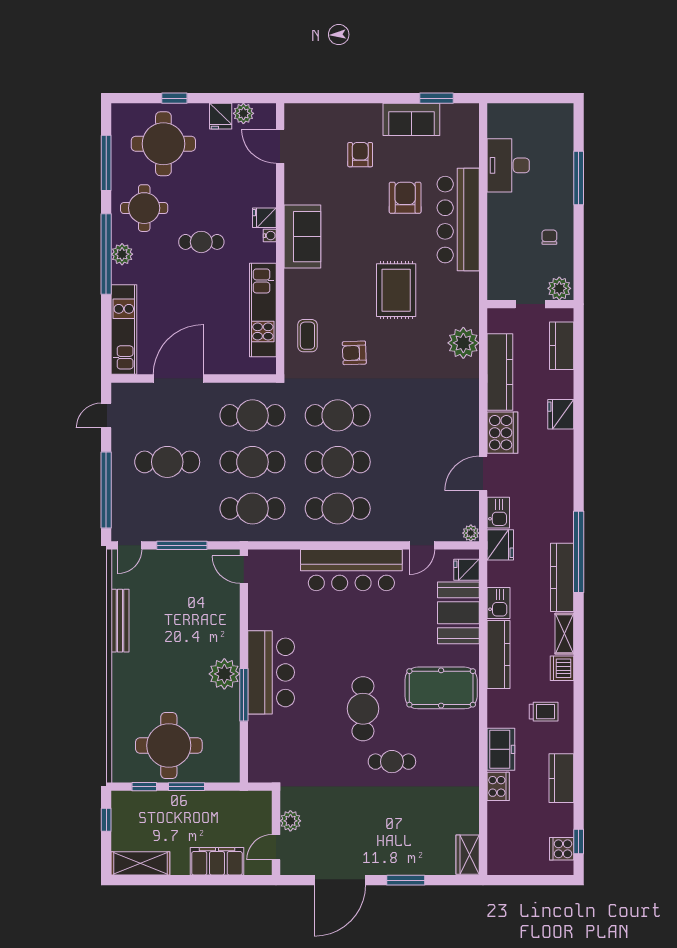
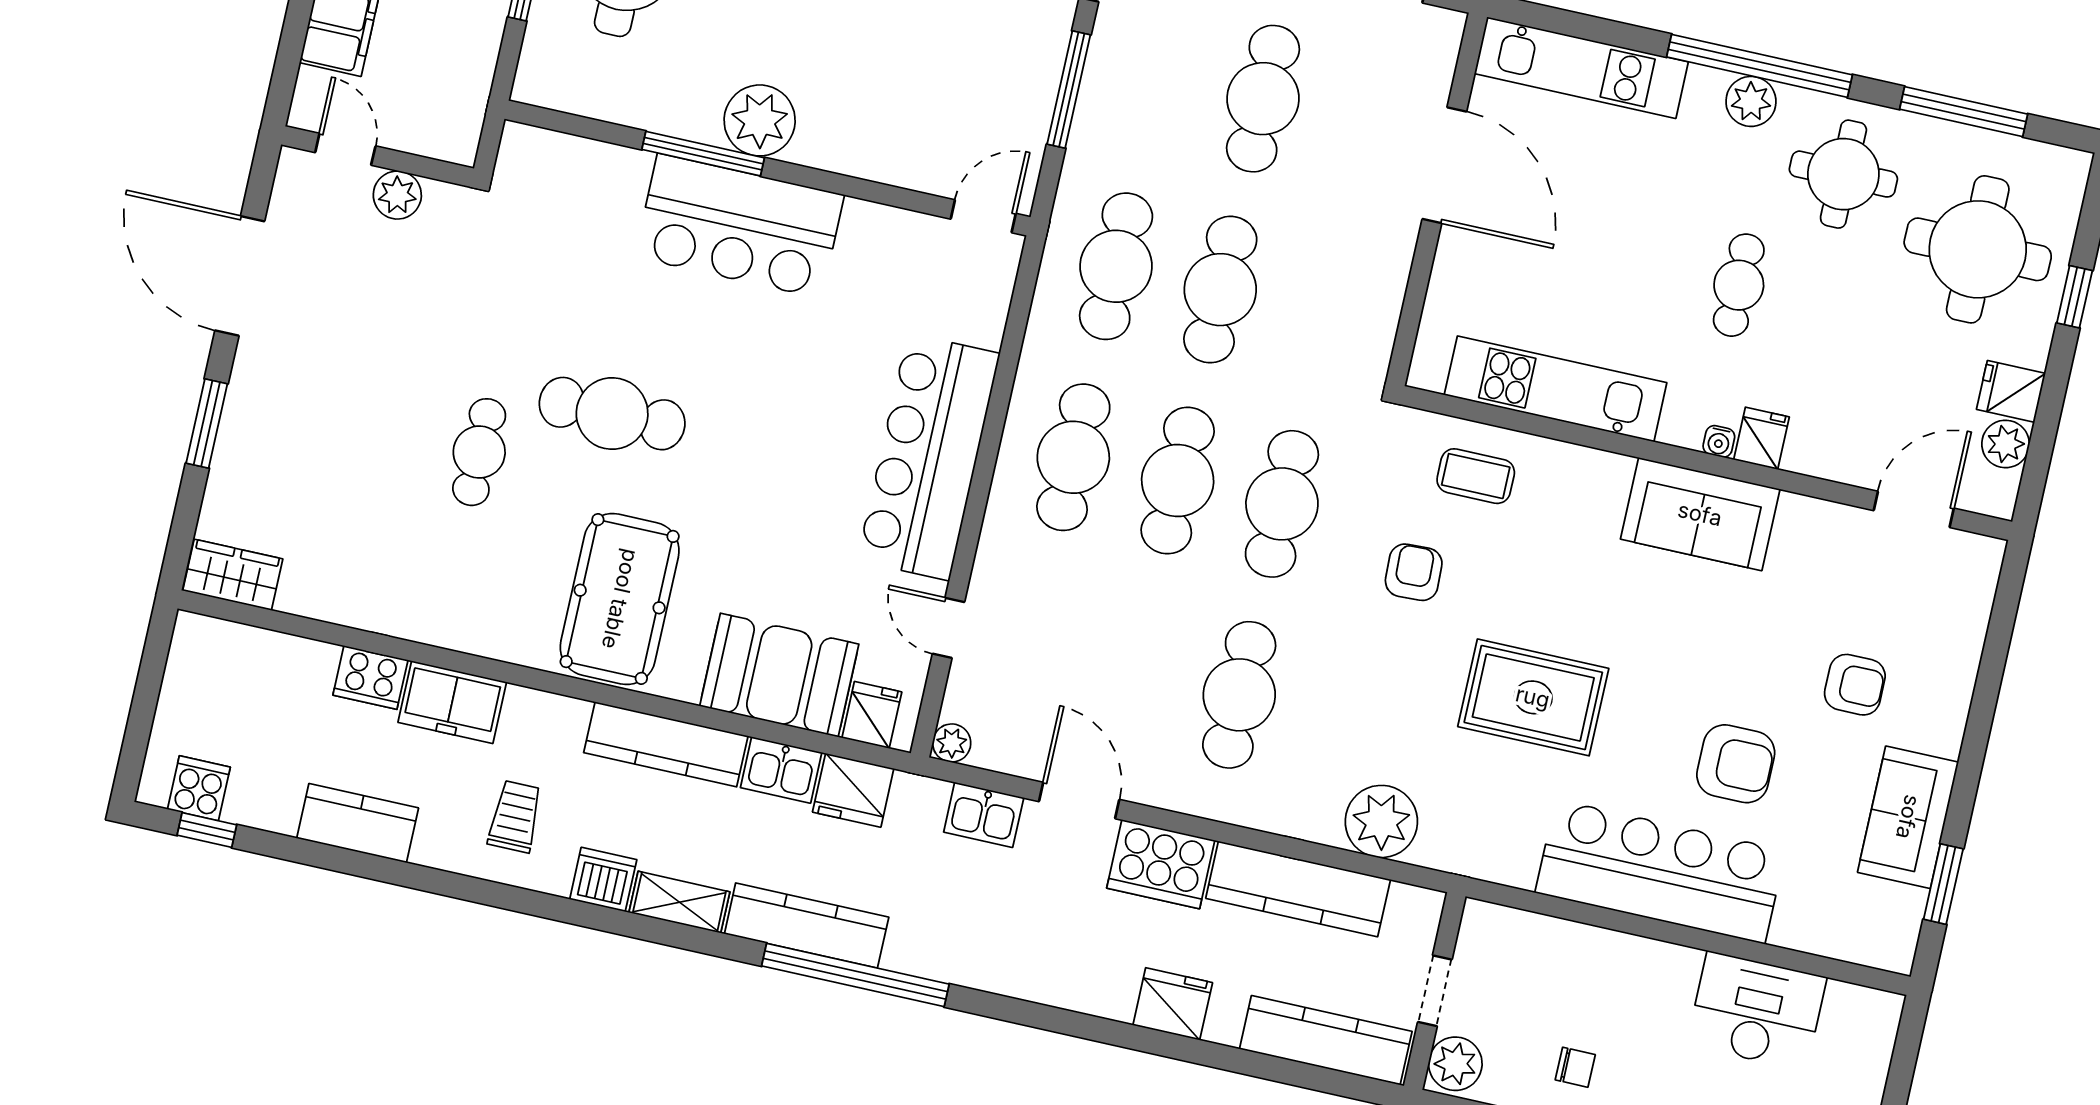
kitchen counter: (562, 346) -> (1326, 1040), width x1.50
cafe table: (252, 415) -> (1239, 695), moved
fridge: (500, 545) -> (853, 790), moved
trolley: (544, 712) -> (515, 817), turned 180

